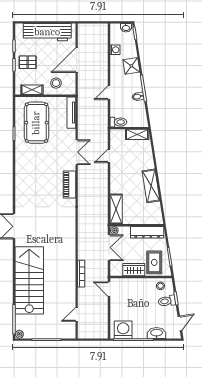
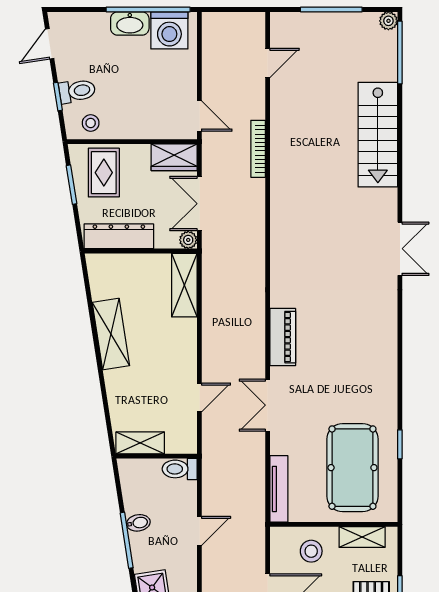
wardrobe: (134, 270) -> (174, 157), moved
stairs: (29, 280) -> (378, 135), width x0.73, depth x0.66
washbasin: (157, 333) -> (130, 23), moved

